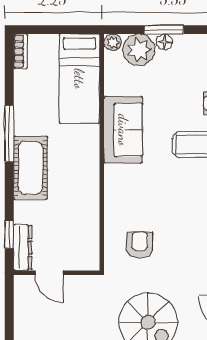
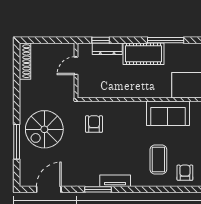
armchair: (140, 245) -> (94, 124), turned -90
dresser: (23, 247) -> (107, 49), moved

